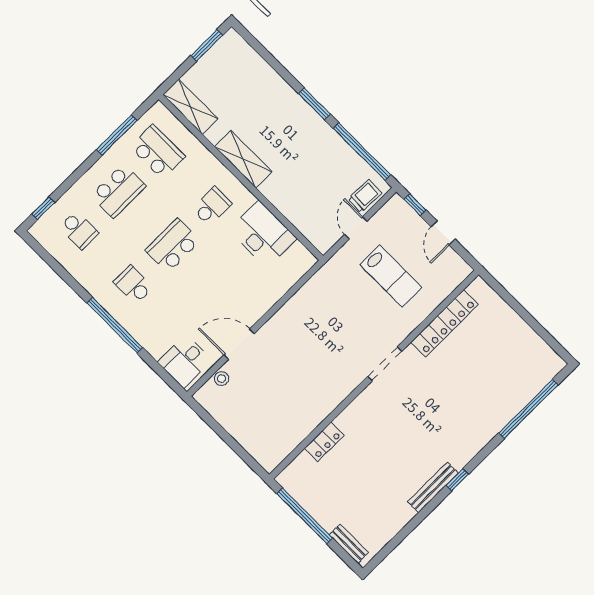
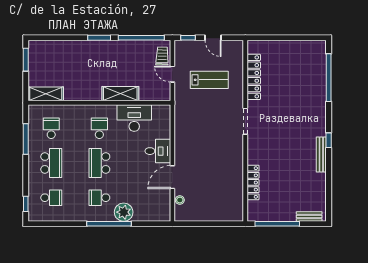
school desk: (158, 152) -> (51, 128), width x0.54
shelving: (243, 159) -> (120, 94), moved
plant: (144, 329) -> (124, 212), added
desk: (185, 361) -> (158, 151), moved, turned -90
locker: (324, 442) -> (253, 182), width x1.53

